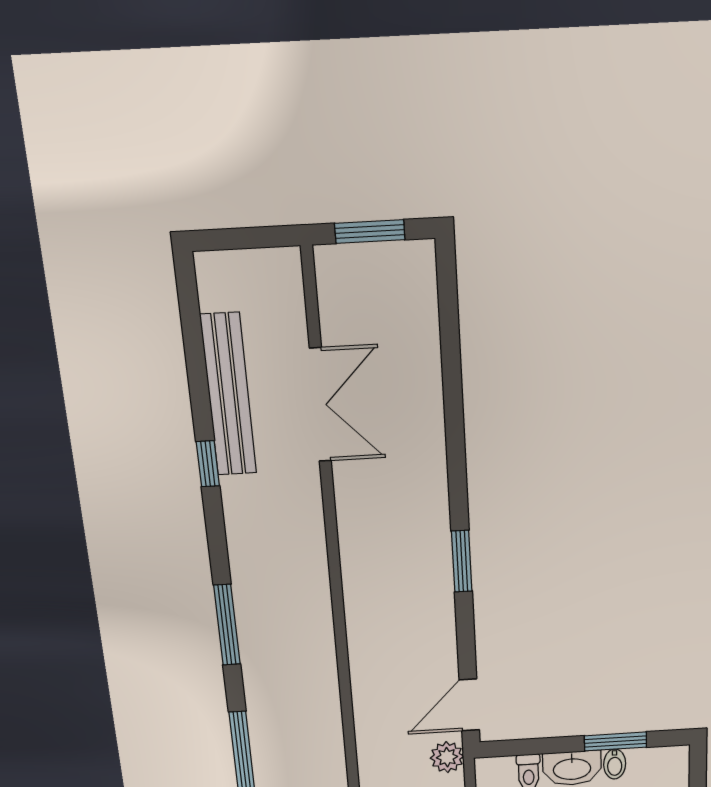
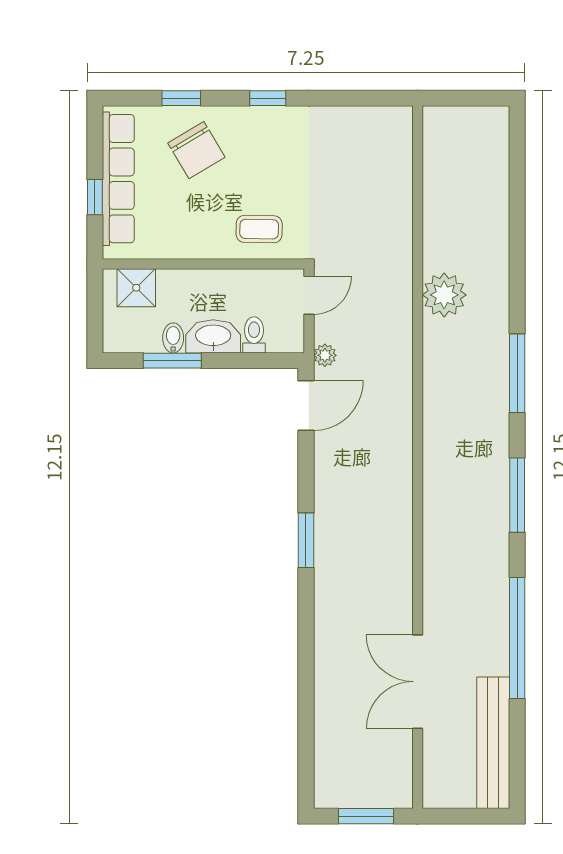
bench: (229, 395) -> (493, 743), moved
window: (208, 464) -> (517, 638), width x3.17
plant: (447, 757) -> (325, 355), width x0.73, depth x0.73

